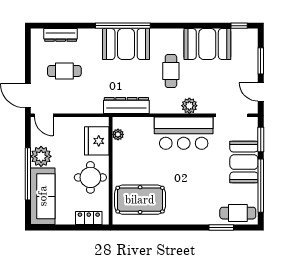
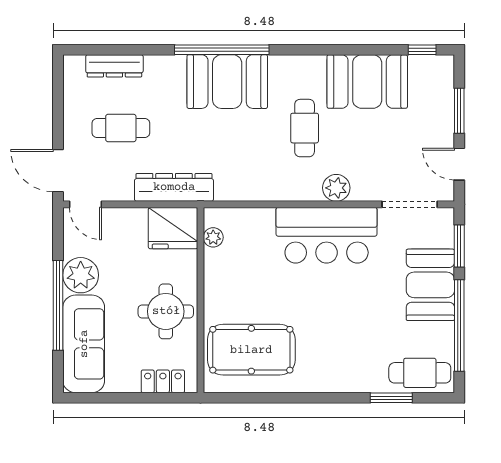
dresser: (126, 105) -> (174, 187), moved
fridge: (97, 141) -> (173, 228), moved, turned -90

